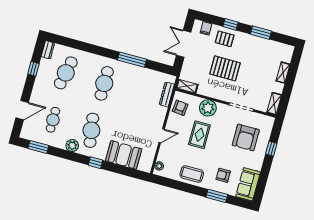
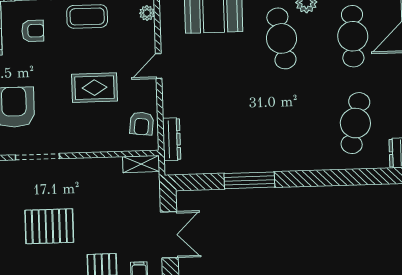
pallet: (225, 68) -> (49, 226), moved
cafe table: (104, 83) -> (284, 125), removed
plant: (208, 108) -> (94, 138), removed
cafe table: (53, 120) -> (353, 36), width x1.37, depth x1.35
rug: (199, 135) -> (94, 88), turned 90

